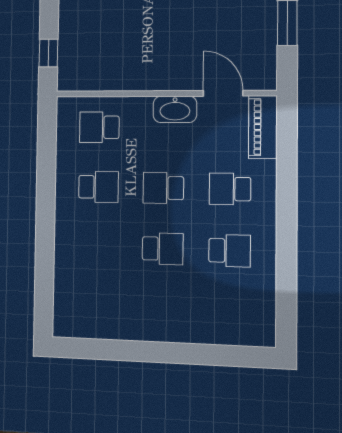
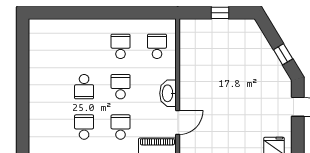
window: (48, 53) -> (220, 13), moved
school desk: (98, 187) -> (121, 46), turned 180
school desk: (230, 251) -> (84, 127), turned 180

